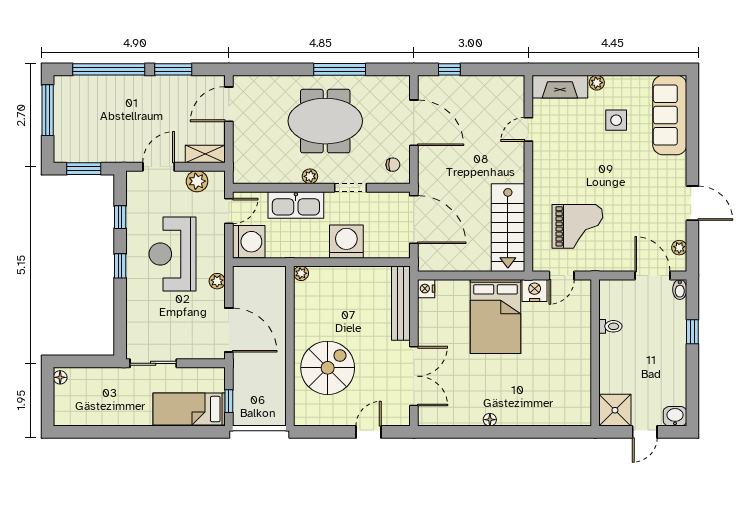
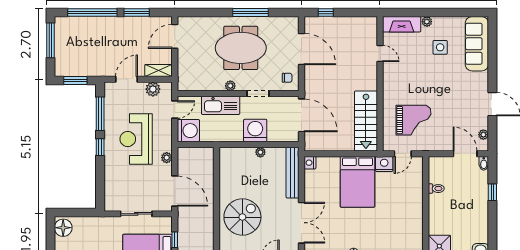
door: (528, 129) -> (380, 54), swing flipped
window: (120, 217) -> (100, 114), width x2.17
plant: (301, 273) -> (260, 152), moved
sliding door: (153, 363) -> (136, 214), moved
floor lamp: (60, 377) -> (63, 228), width x1.89, depth x1.89

